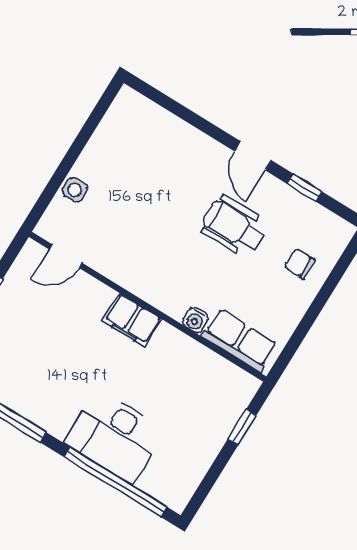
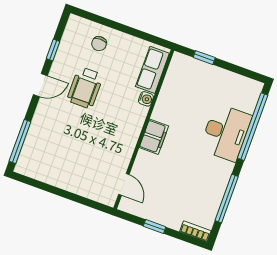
window: (169, 104) -> (20, 141), added
side table: (75, 190) -> (83, 187), removed

